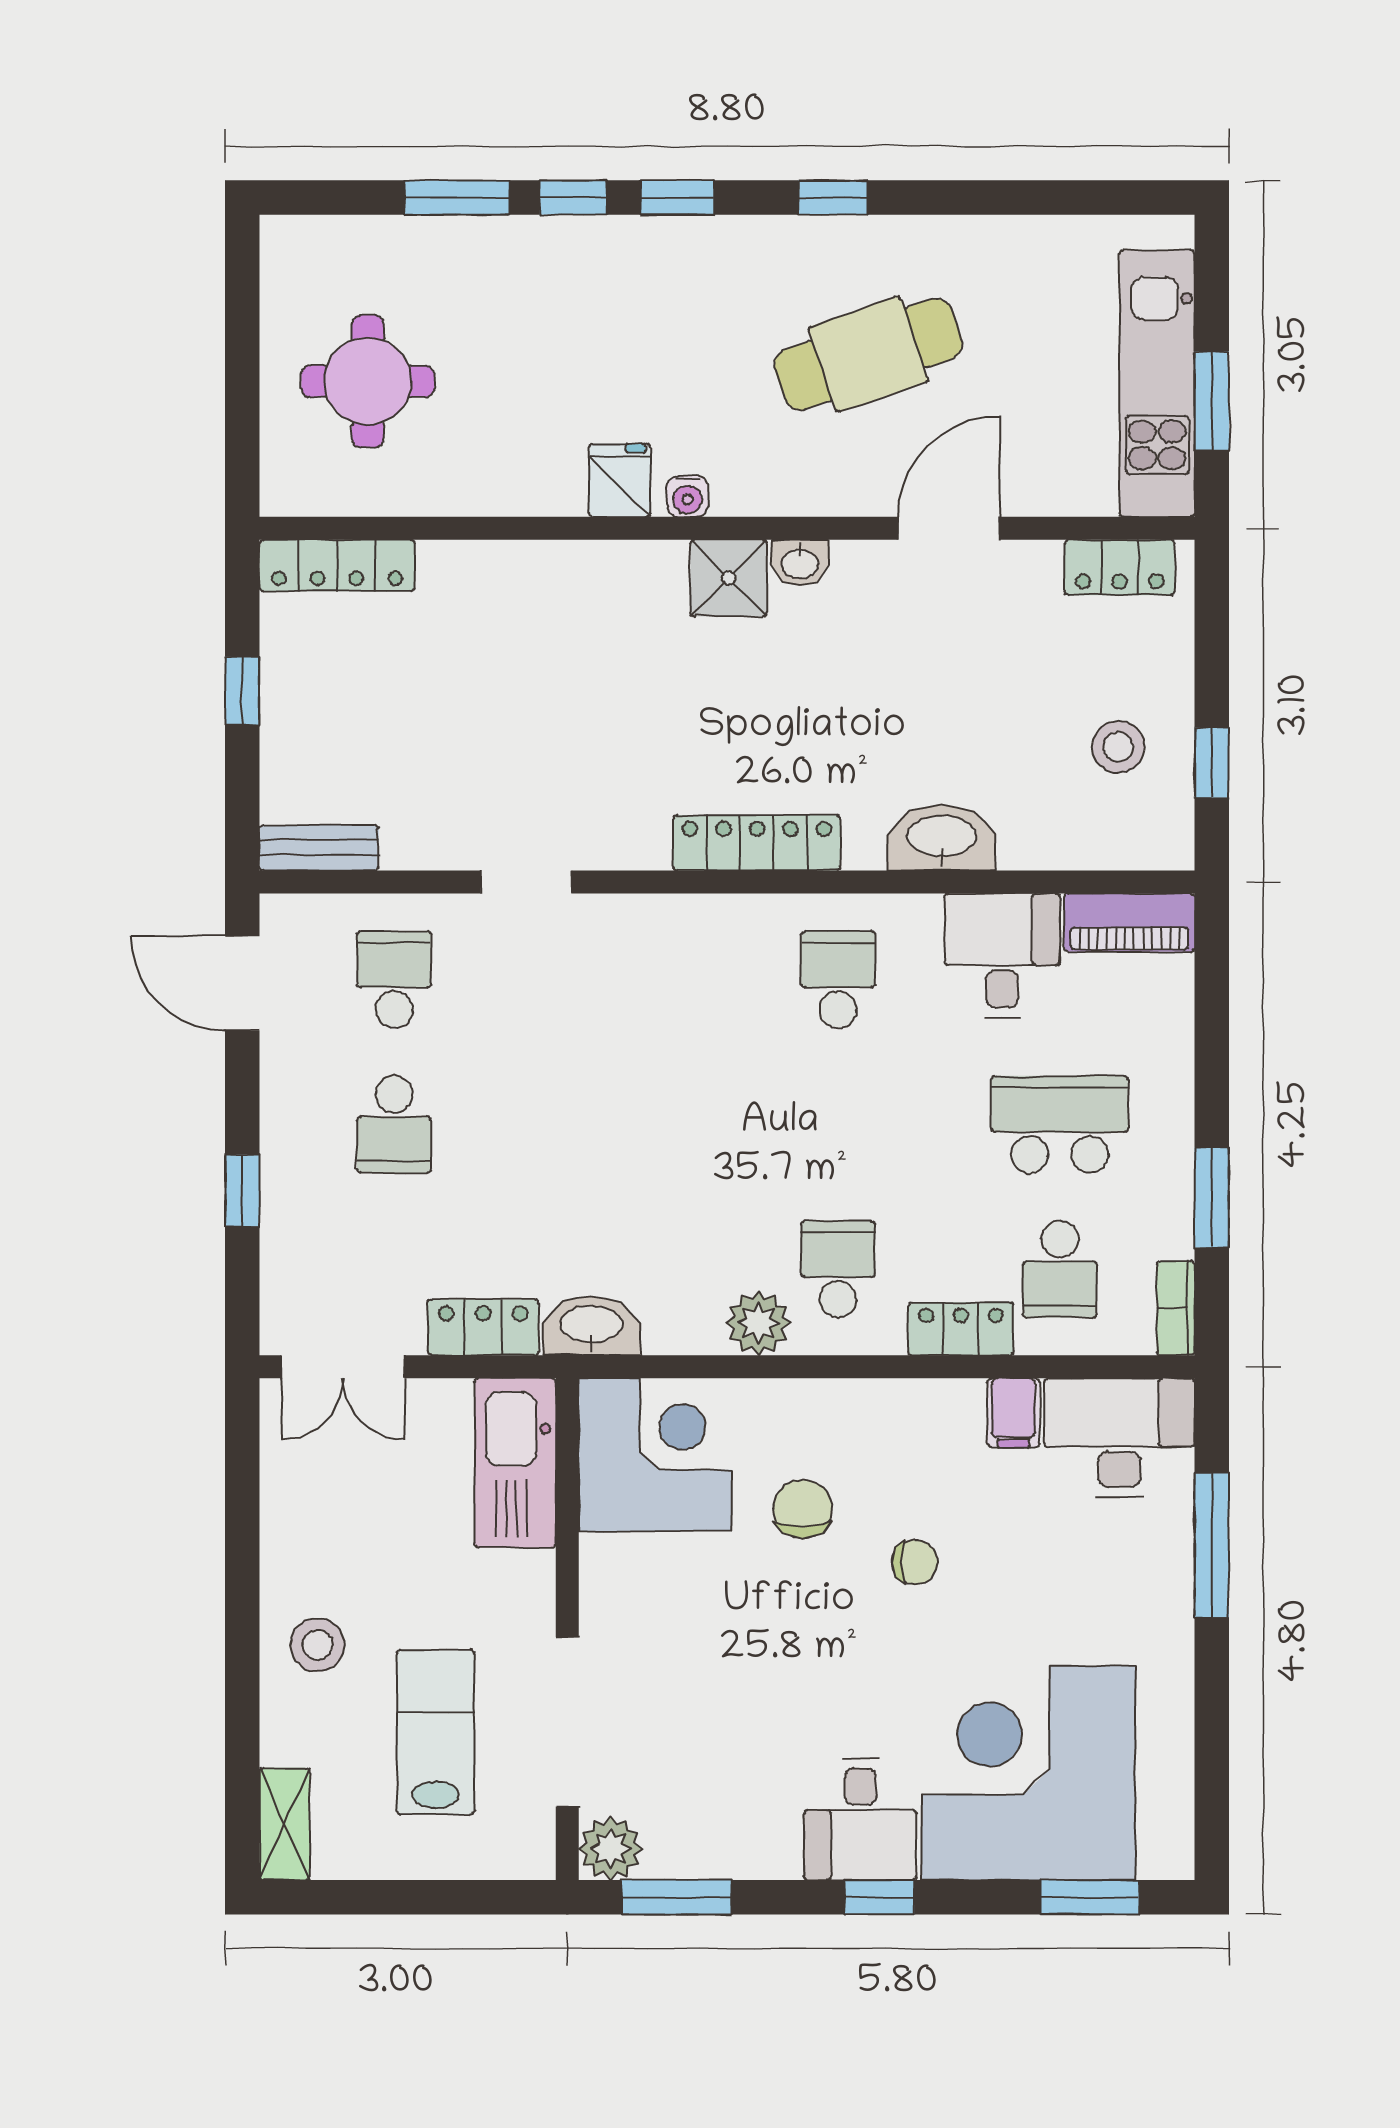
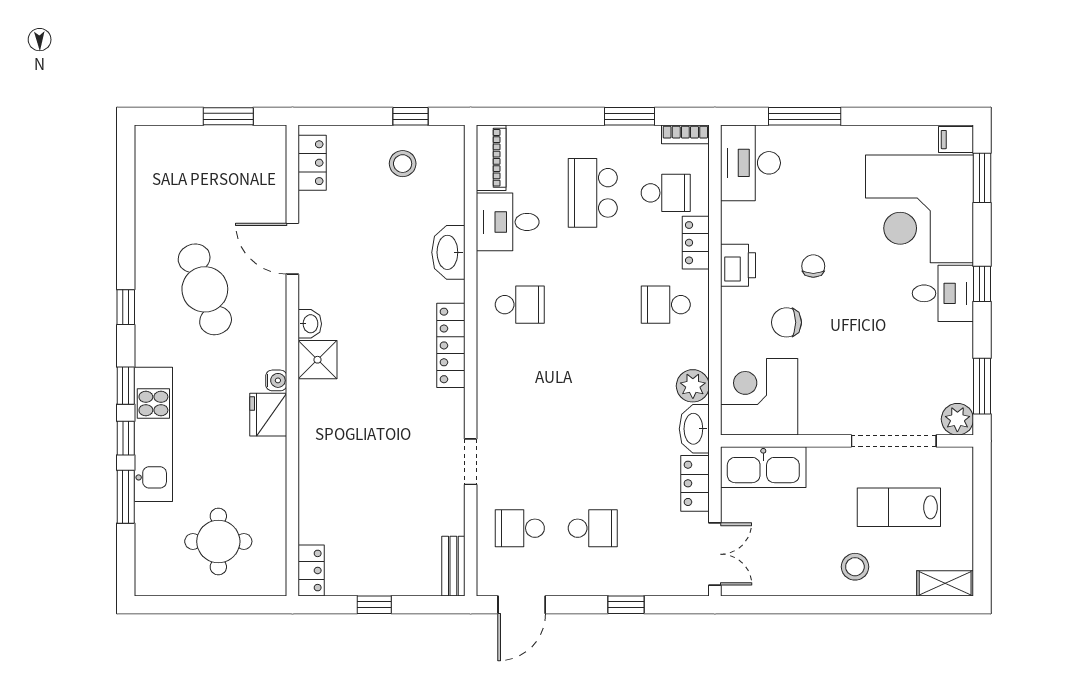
kitchen unit: (1157, 384) -> (153, 434), moved, turned -90
fridge: (620, 480) -> (268, 415), width x1.38
locker: (337, 565) -> (311, 570), width x0.66
school desk: (838, 980) -> (520, 305), turned 180
plant: (758, 1323) -> (693, 386), moved
printer: (916, 1413) -> (738, 265), added
filing cabinet: (1013, 1413) -> (956, 140), moved, turned 180

